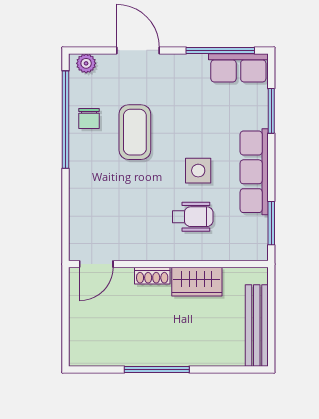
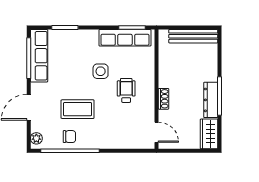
row of seats: (238, 68) -> (39, 56), width x1.48
row of seats: (254, 172) -> (125, 38), moved
wheelchair: (193, 217) -> (126, 90), moved
wardrobe: (197, 282) -> (209, 134), moved, turned 180
dresser: (150, 355) -> (211, 100), added

